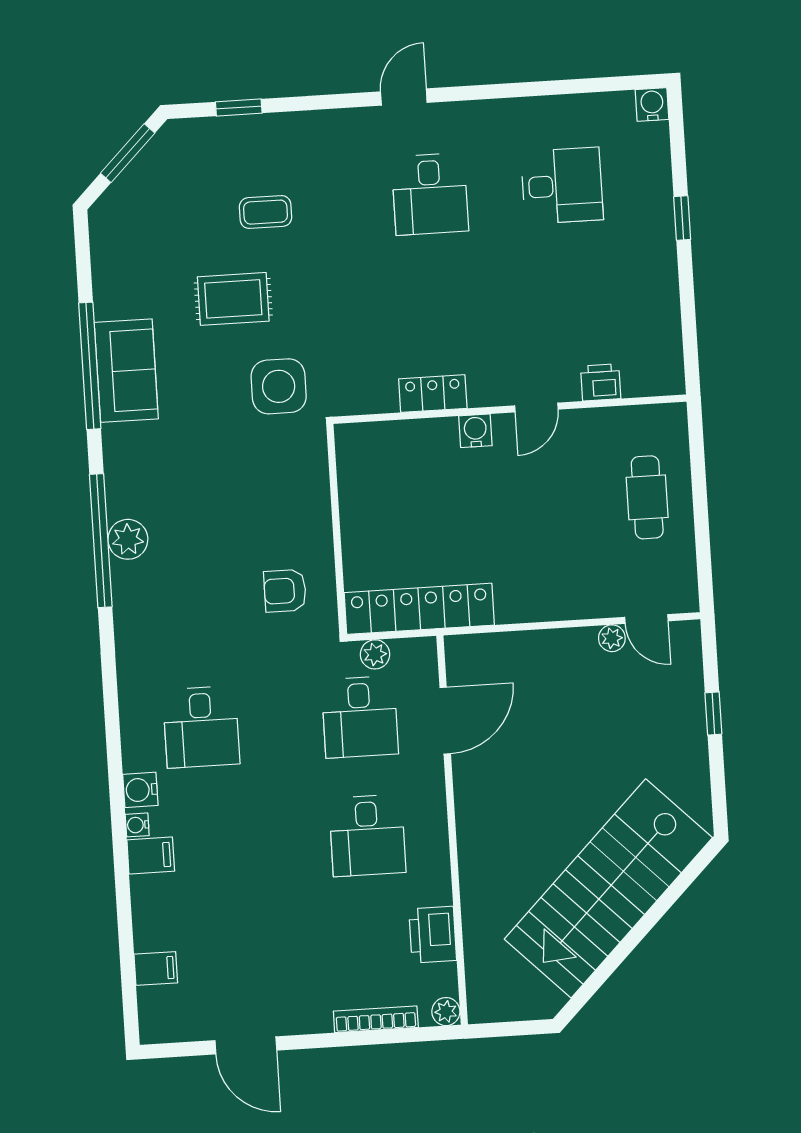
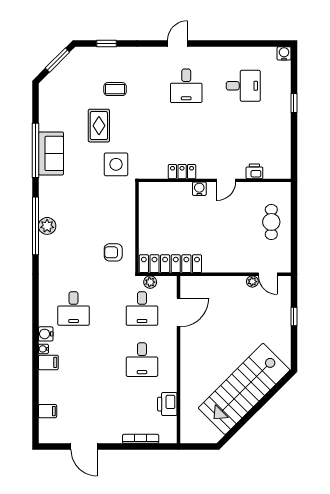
rug: (233, 299) -> (99, 126), turned 90
plant: (446, 1012) -> (171, 437), removed

